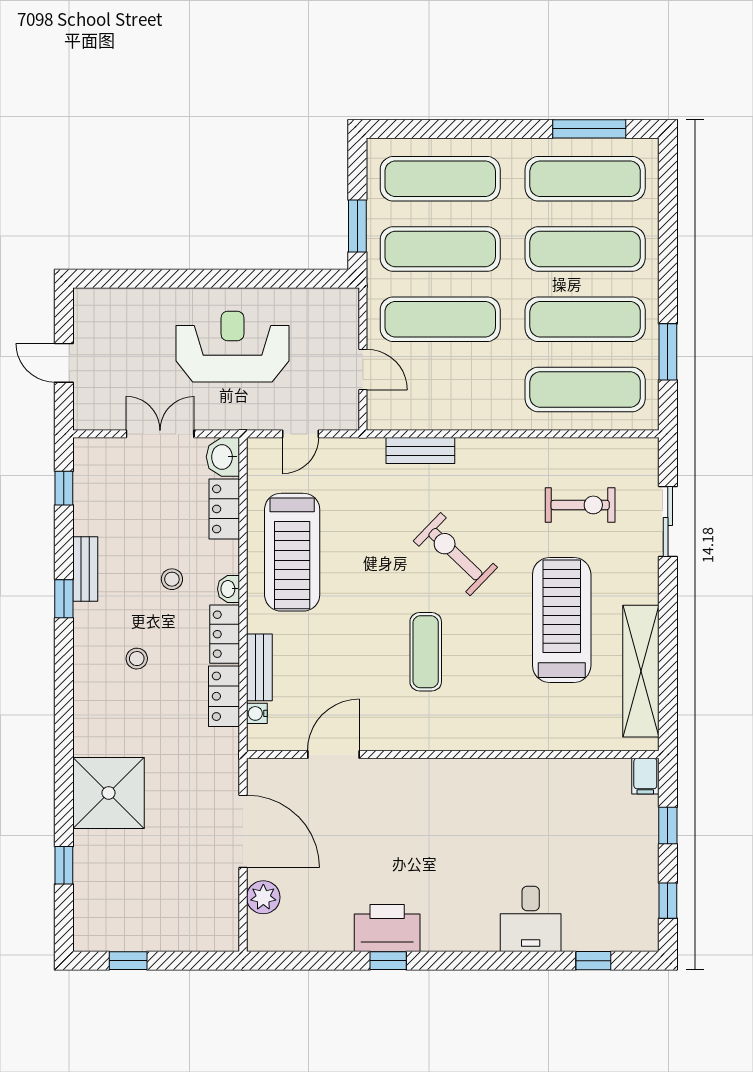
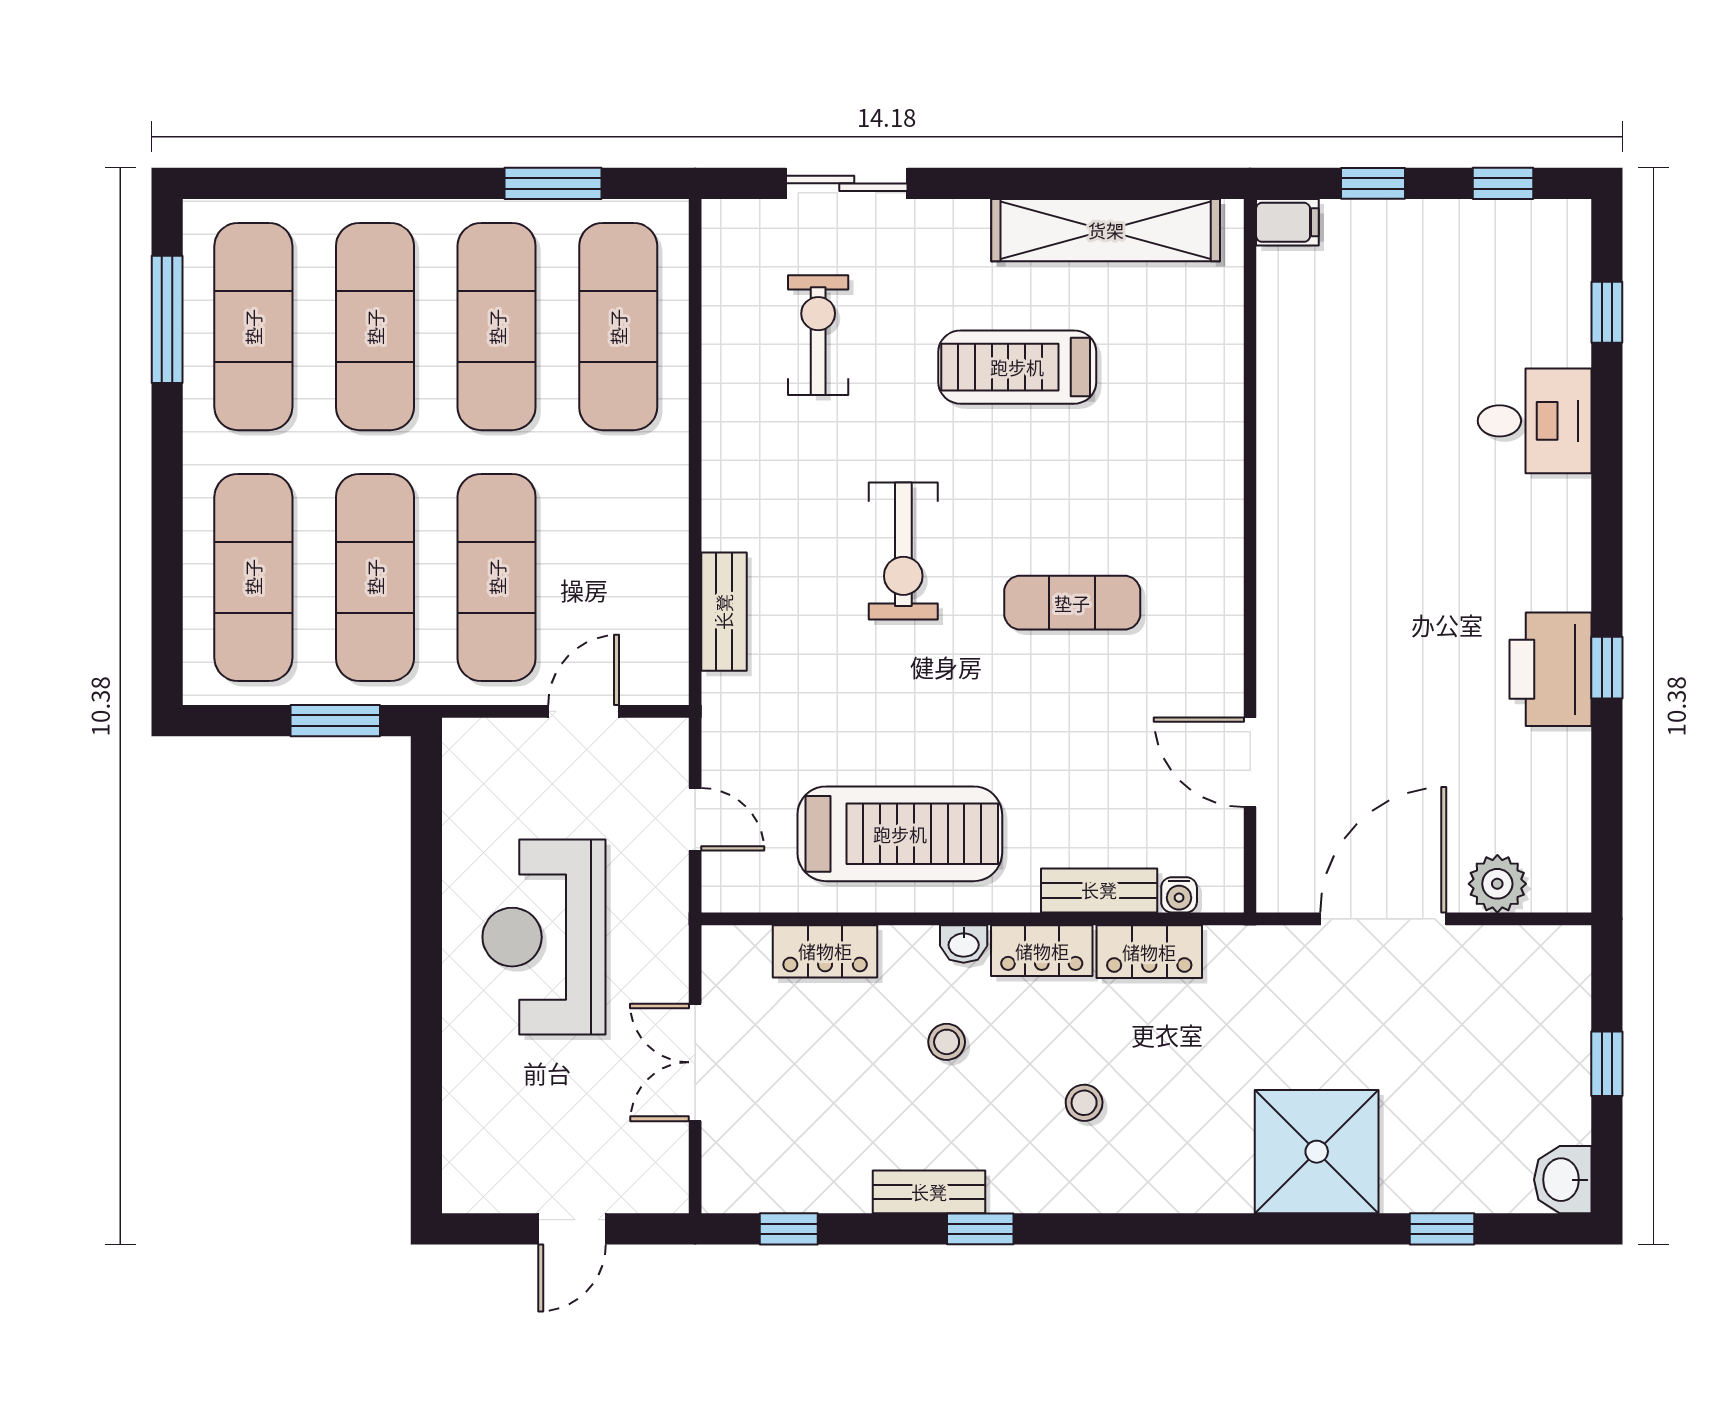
washbasin: (223, 457) -> (1563, 1180), moved, turned 90
exercise bike: (455, 554) -> (903, 551), turned -44
treadmill: (562, 620) -> (1017, 367), width x0.73, depth x0.73
window: (128, 961) -> (1607, 1064), moved

